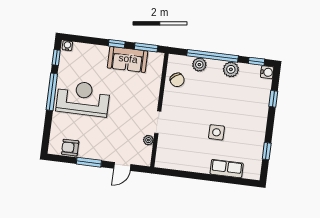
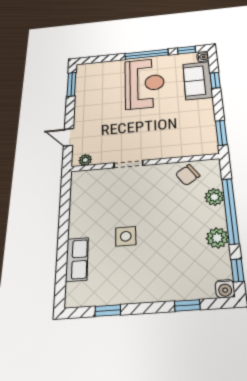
window: (117, 44) -> (215, 80), moved
sofa: (128, 59) -> (198, 81), moved
plant: (148, 140) -> (85, 160), moved
armchair: (70, 148) -> (86, 83), removed
window: (89, 162) -> (71, 84), moved

